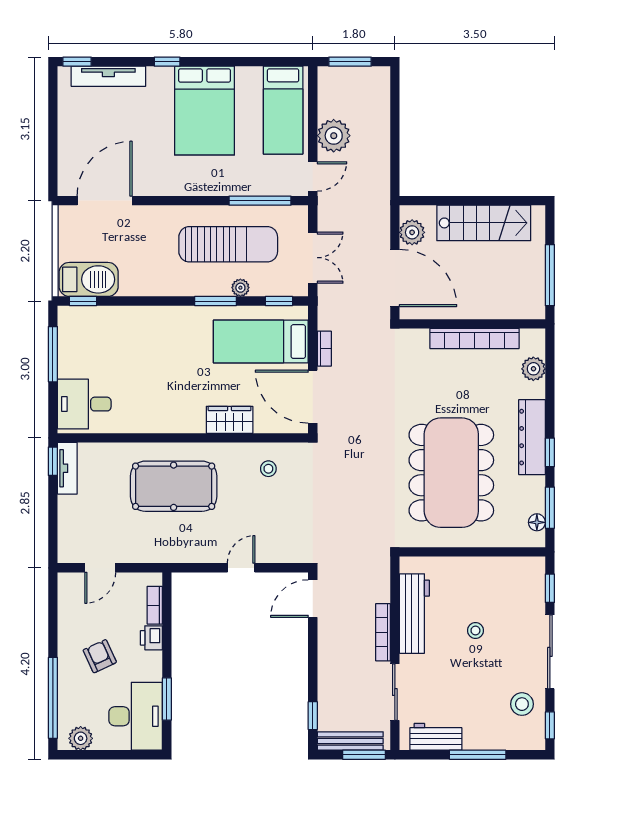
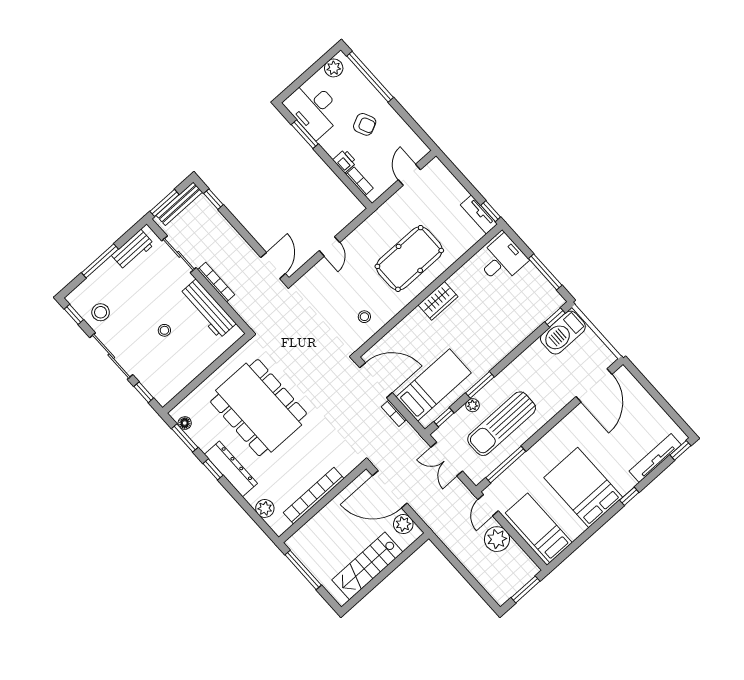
wardrobe: (230, 420) -> (438, 301), moved

